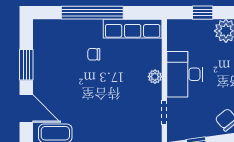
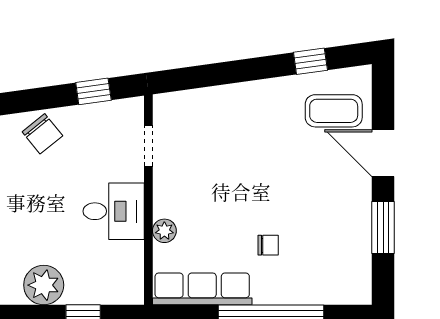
desk: (185, 74) -> (114, 211), width x0.73
plant: (155, 77) -> (164, 231), moved

